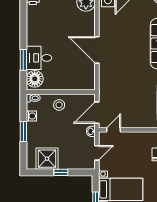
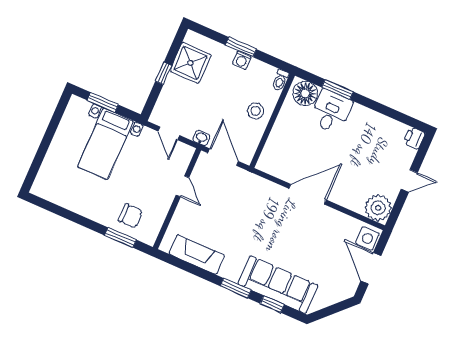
washing machine: (31, 116) -> (242, 60), moved
door: (113, 130) -> (182, 186), moved

